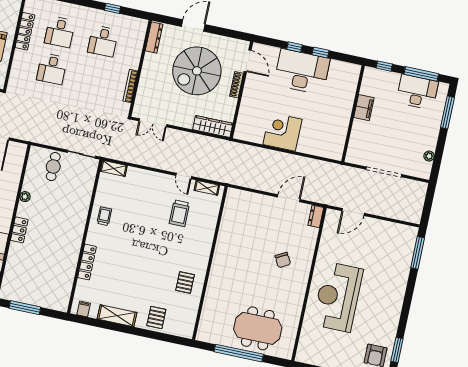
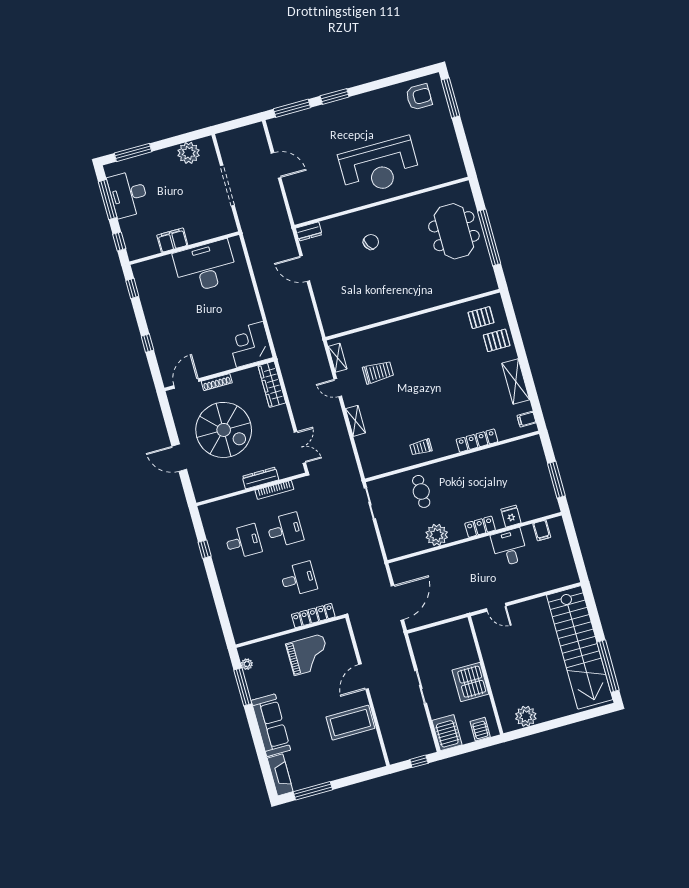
locker: (25, 31) -> (313, 616), moved
desk: (60, 32) -> (285, 530), moved
dresser: (154, 38) -> (260, 478), moved
window: (320, 53) -> (132, 288), moved
desk: (302, 72) -> (205, 267), moved, turned 90
corner desk: (282, 132) -> (250, 344), moved, turned 90
plant: (429, 156) -> (189, 153), width x1.88, depth x1.88
cafe table: (53, 167) -> (421, 491), moved, turned 90
shelving: (114, 168) -> (356, 421), moved
door: (184, 176) -> (338, 388), swing flipped
plant: (25, 197) -> (437, 535), width x1.88, depth x1.88
door: (353, 212) -> (276, 165), moved
fridge: (15, 258) -> (511, 516), added
pallet: (185, 283) -> (481, 318), moved
window: (397, 350) -> (335, 96), moved

